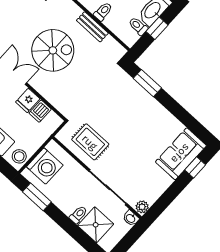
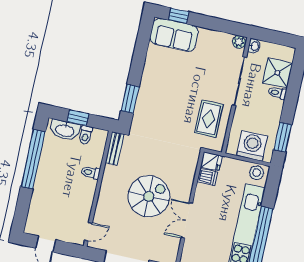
bench: (92, 27) -> (115, 148), moved
spiral stairs: (53, 50) -> (149, 196), turned 90
fridge: (28, 100) -> (211, 161), moved

